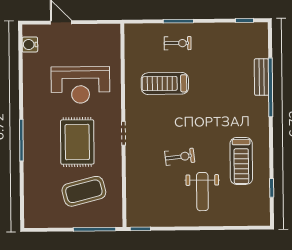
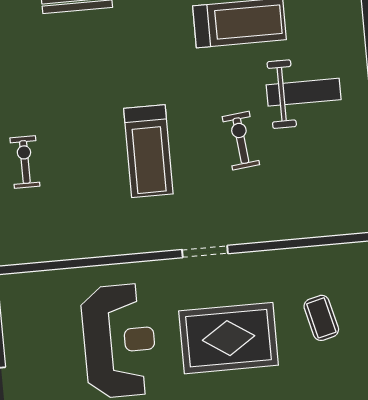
treadmill: (165, 83) -> (148, 151), moved
coffee table: (84, 191) -> (321, 318), width x0.54, depth x0.58

